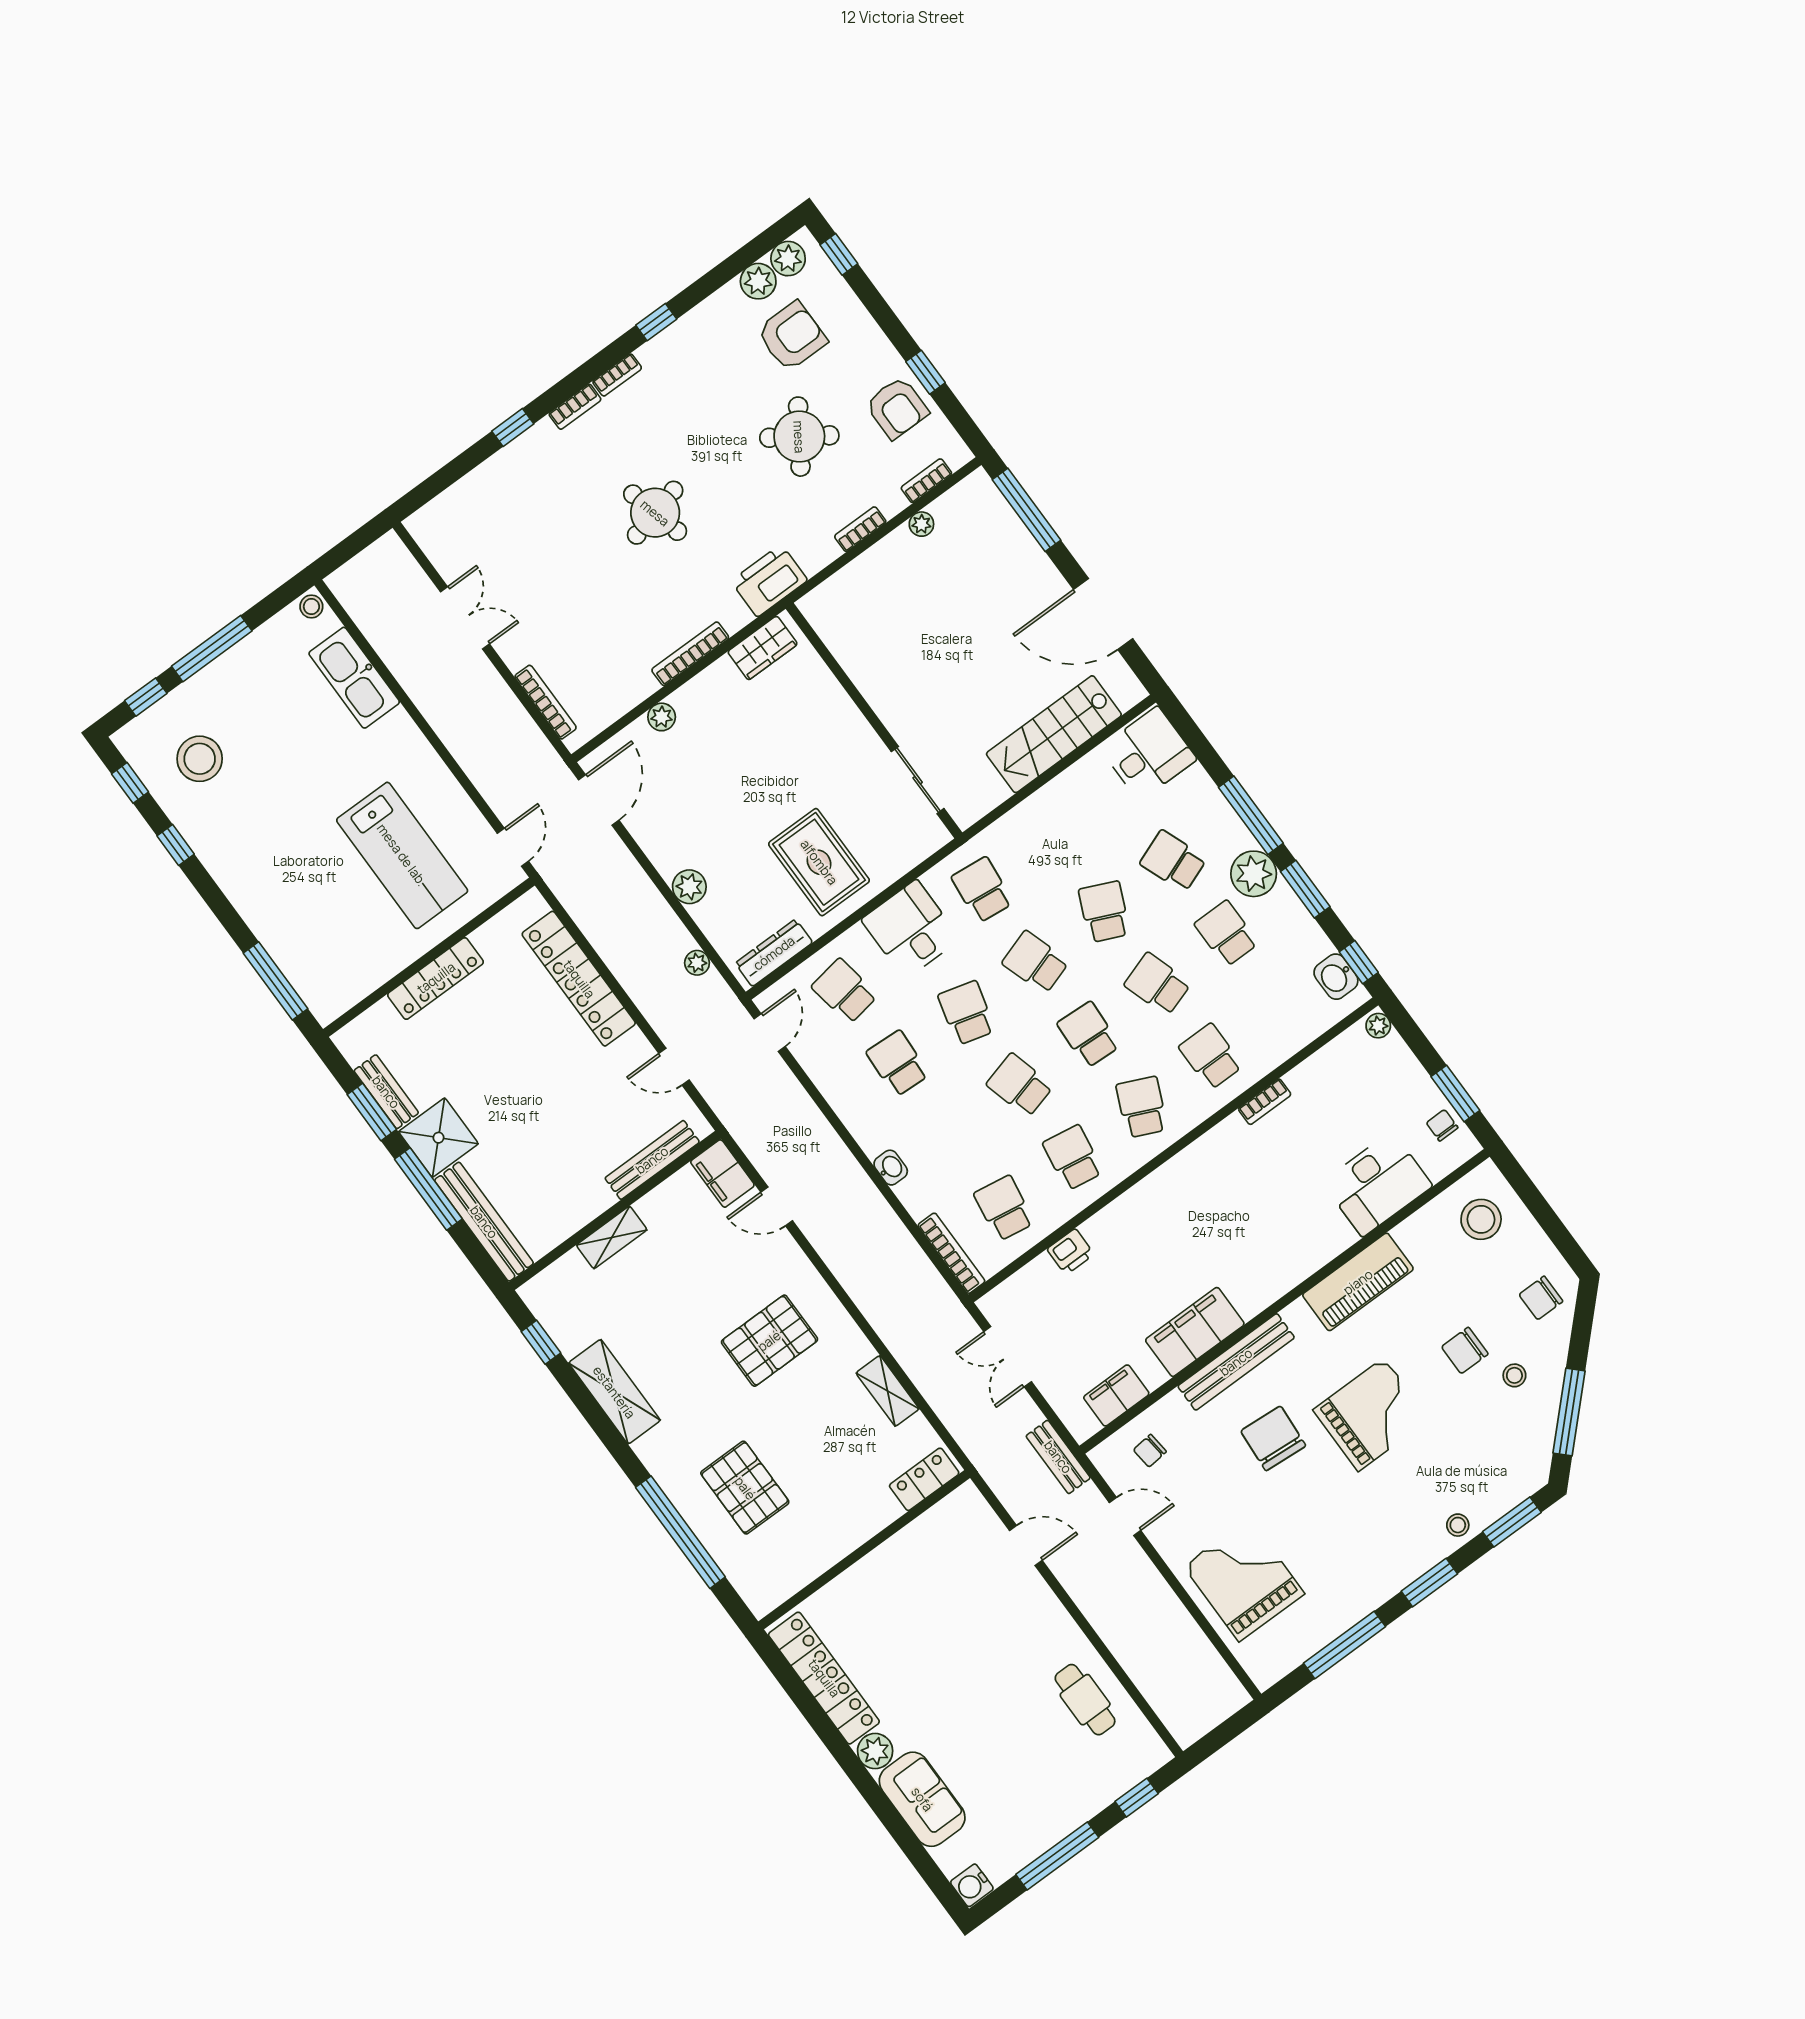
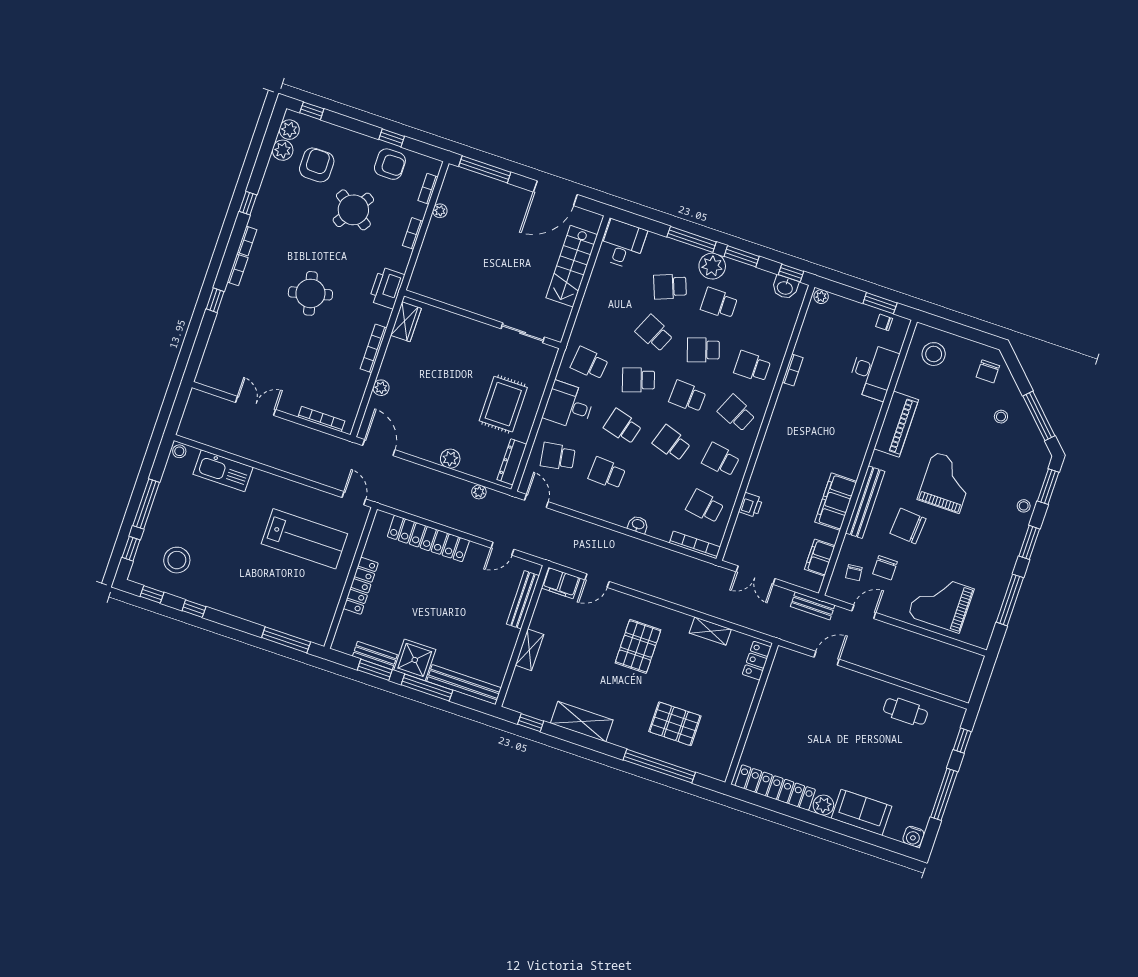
rug: (819, 862) -> (503, 404), turned 90
school desk: (1020, 1085) -> (672, 443), turned 33
chair: (1465, 1350) -> (885, 568), moved

